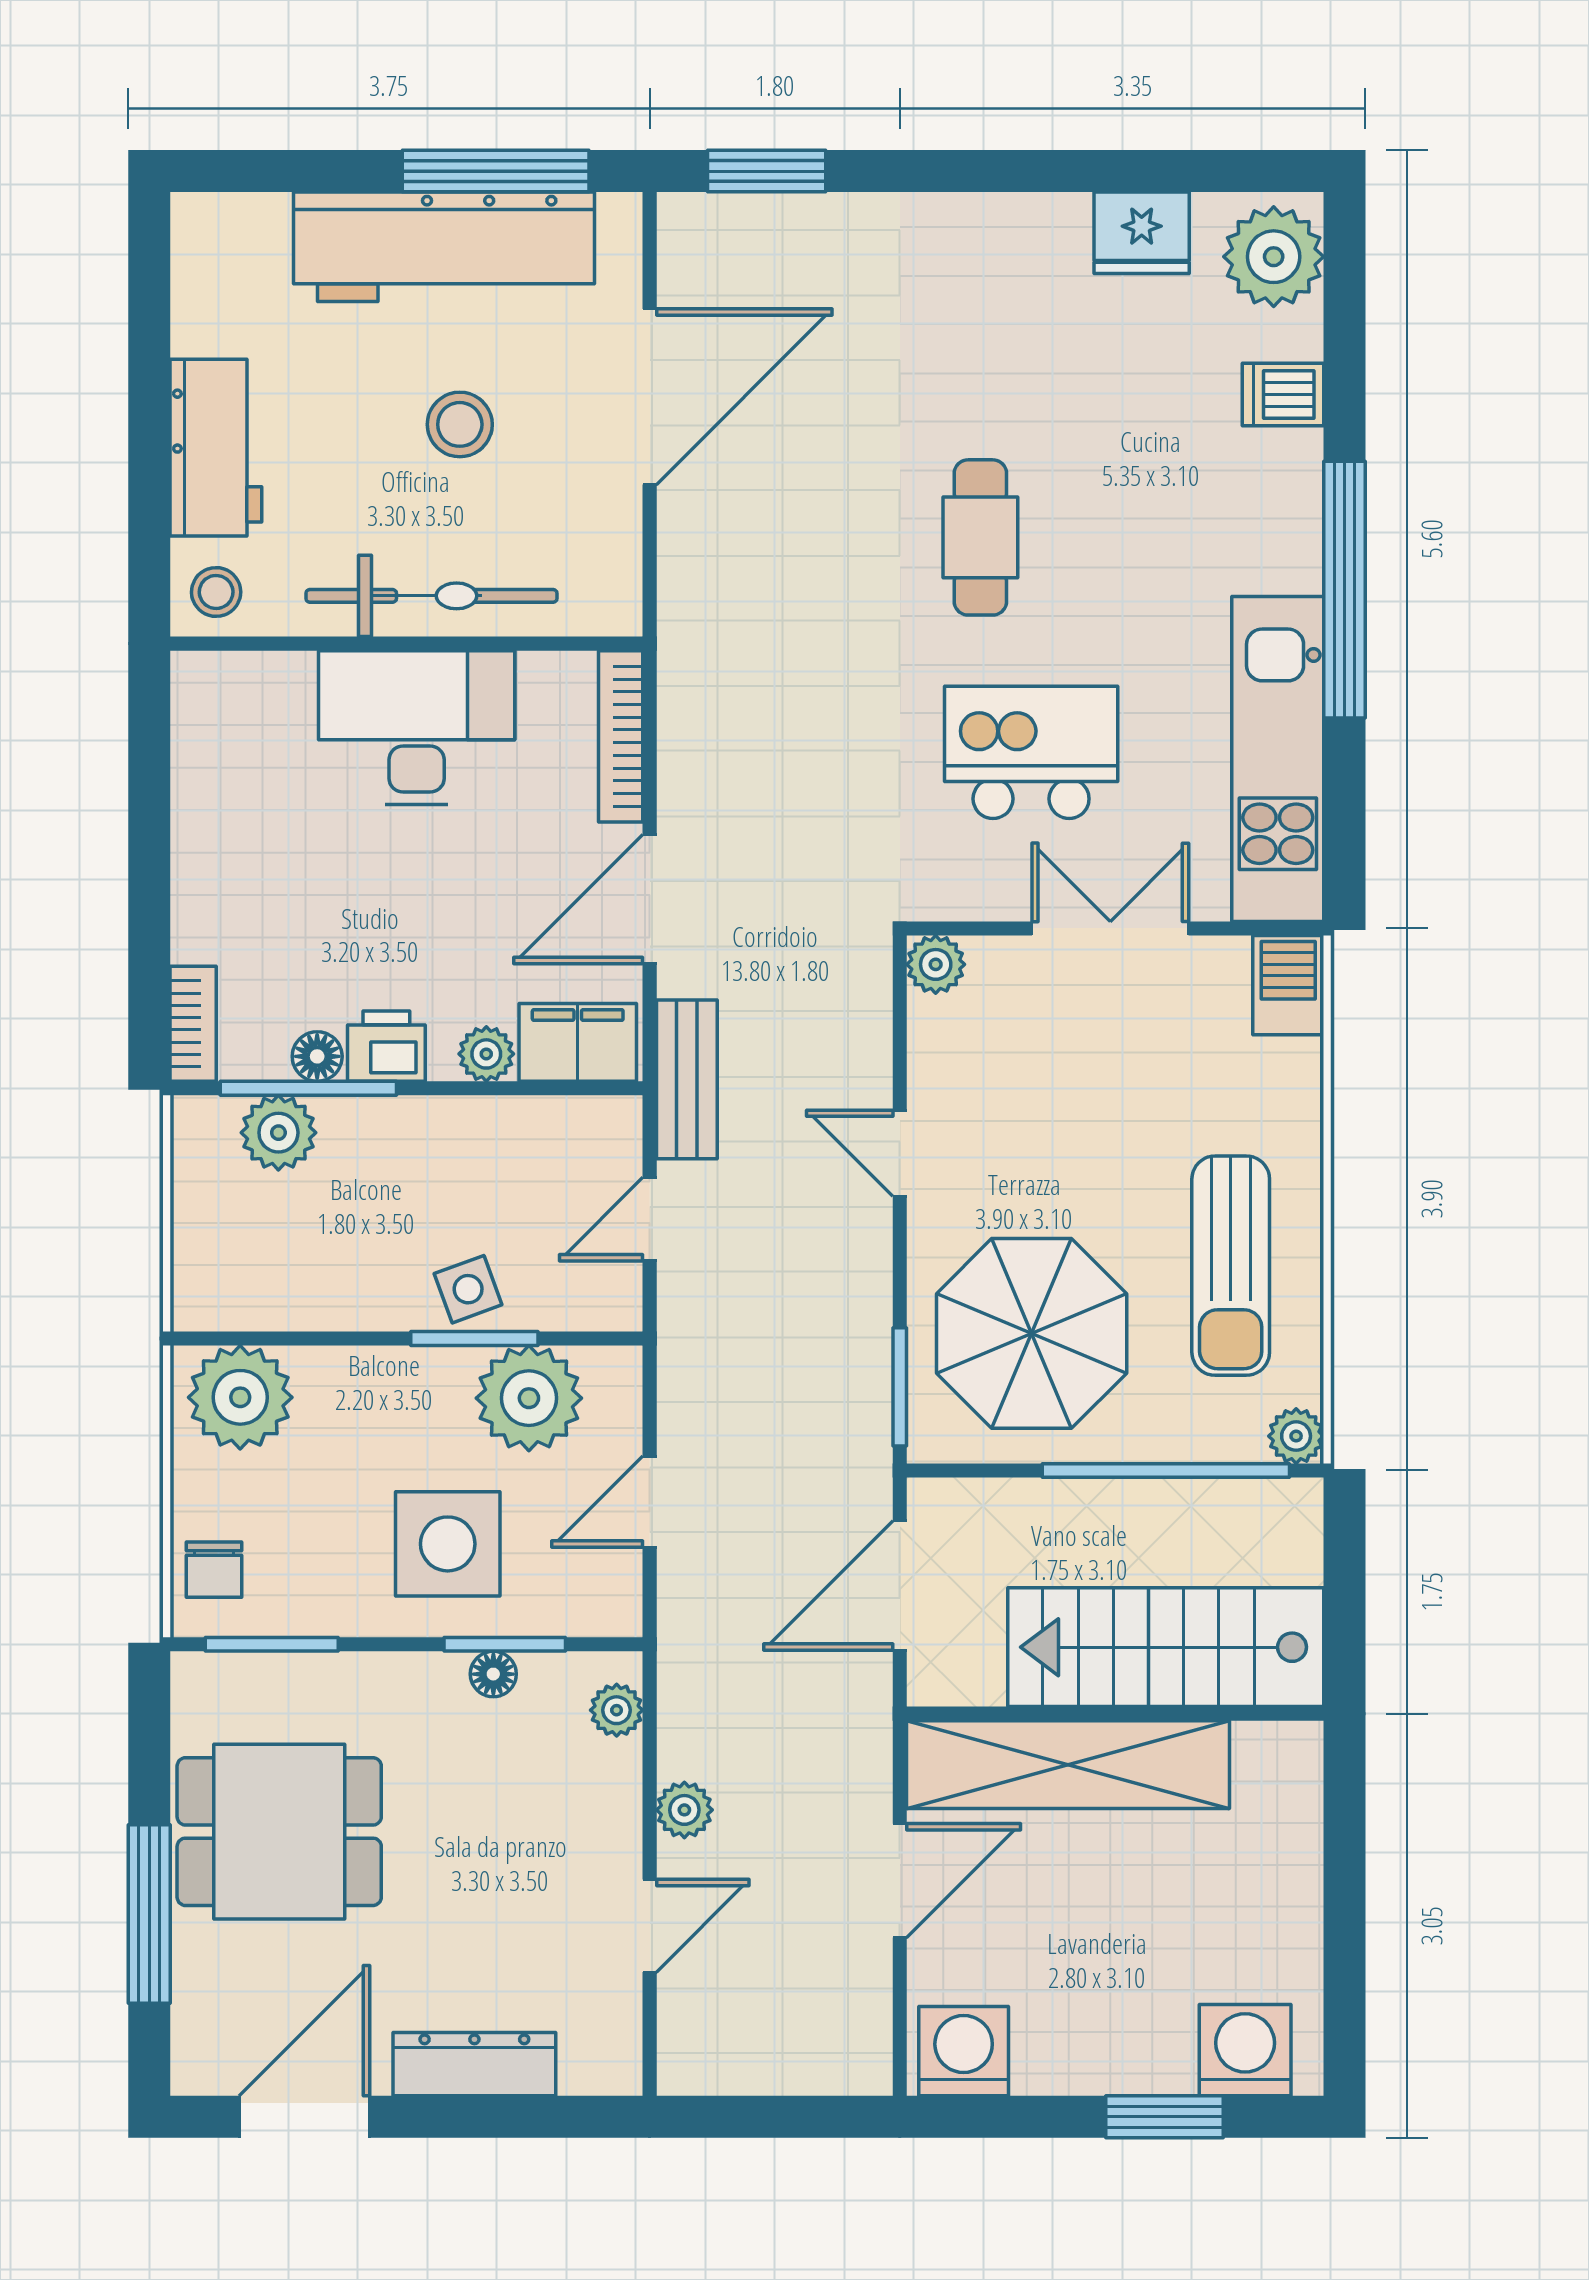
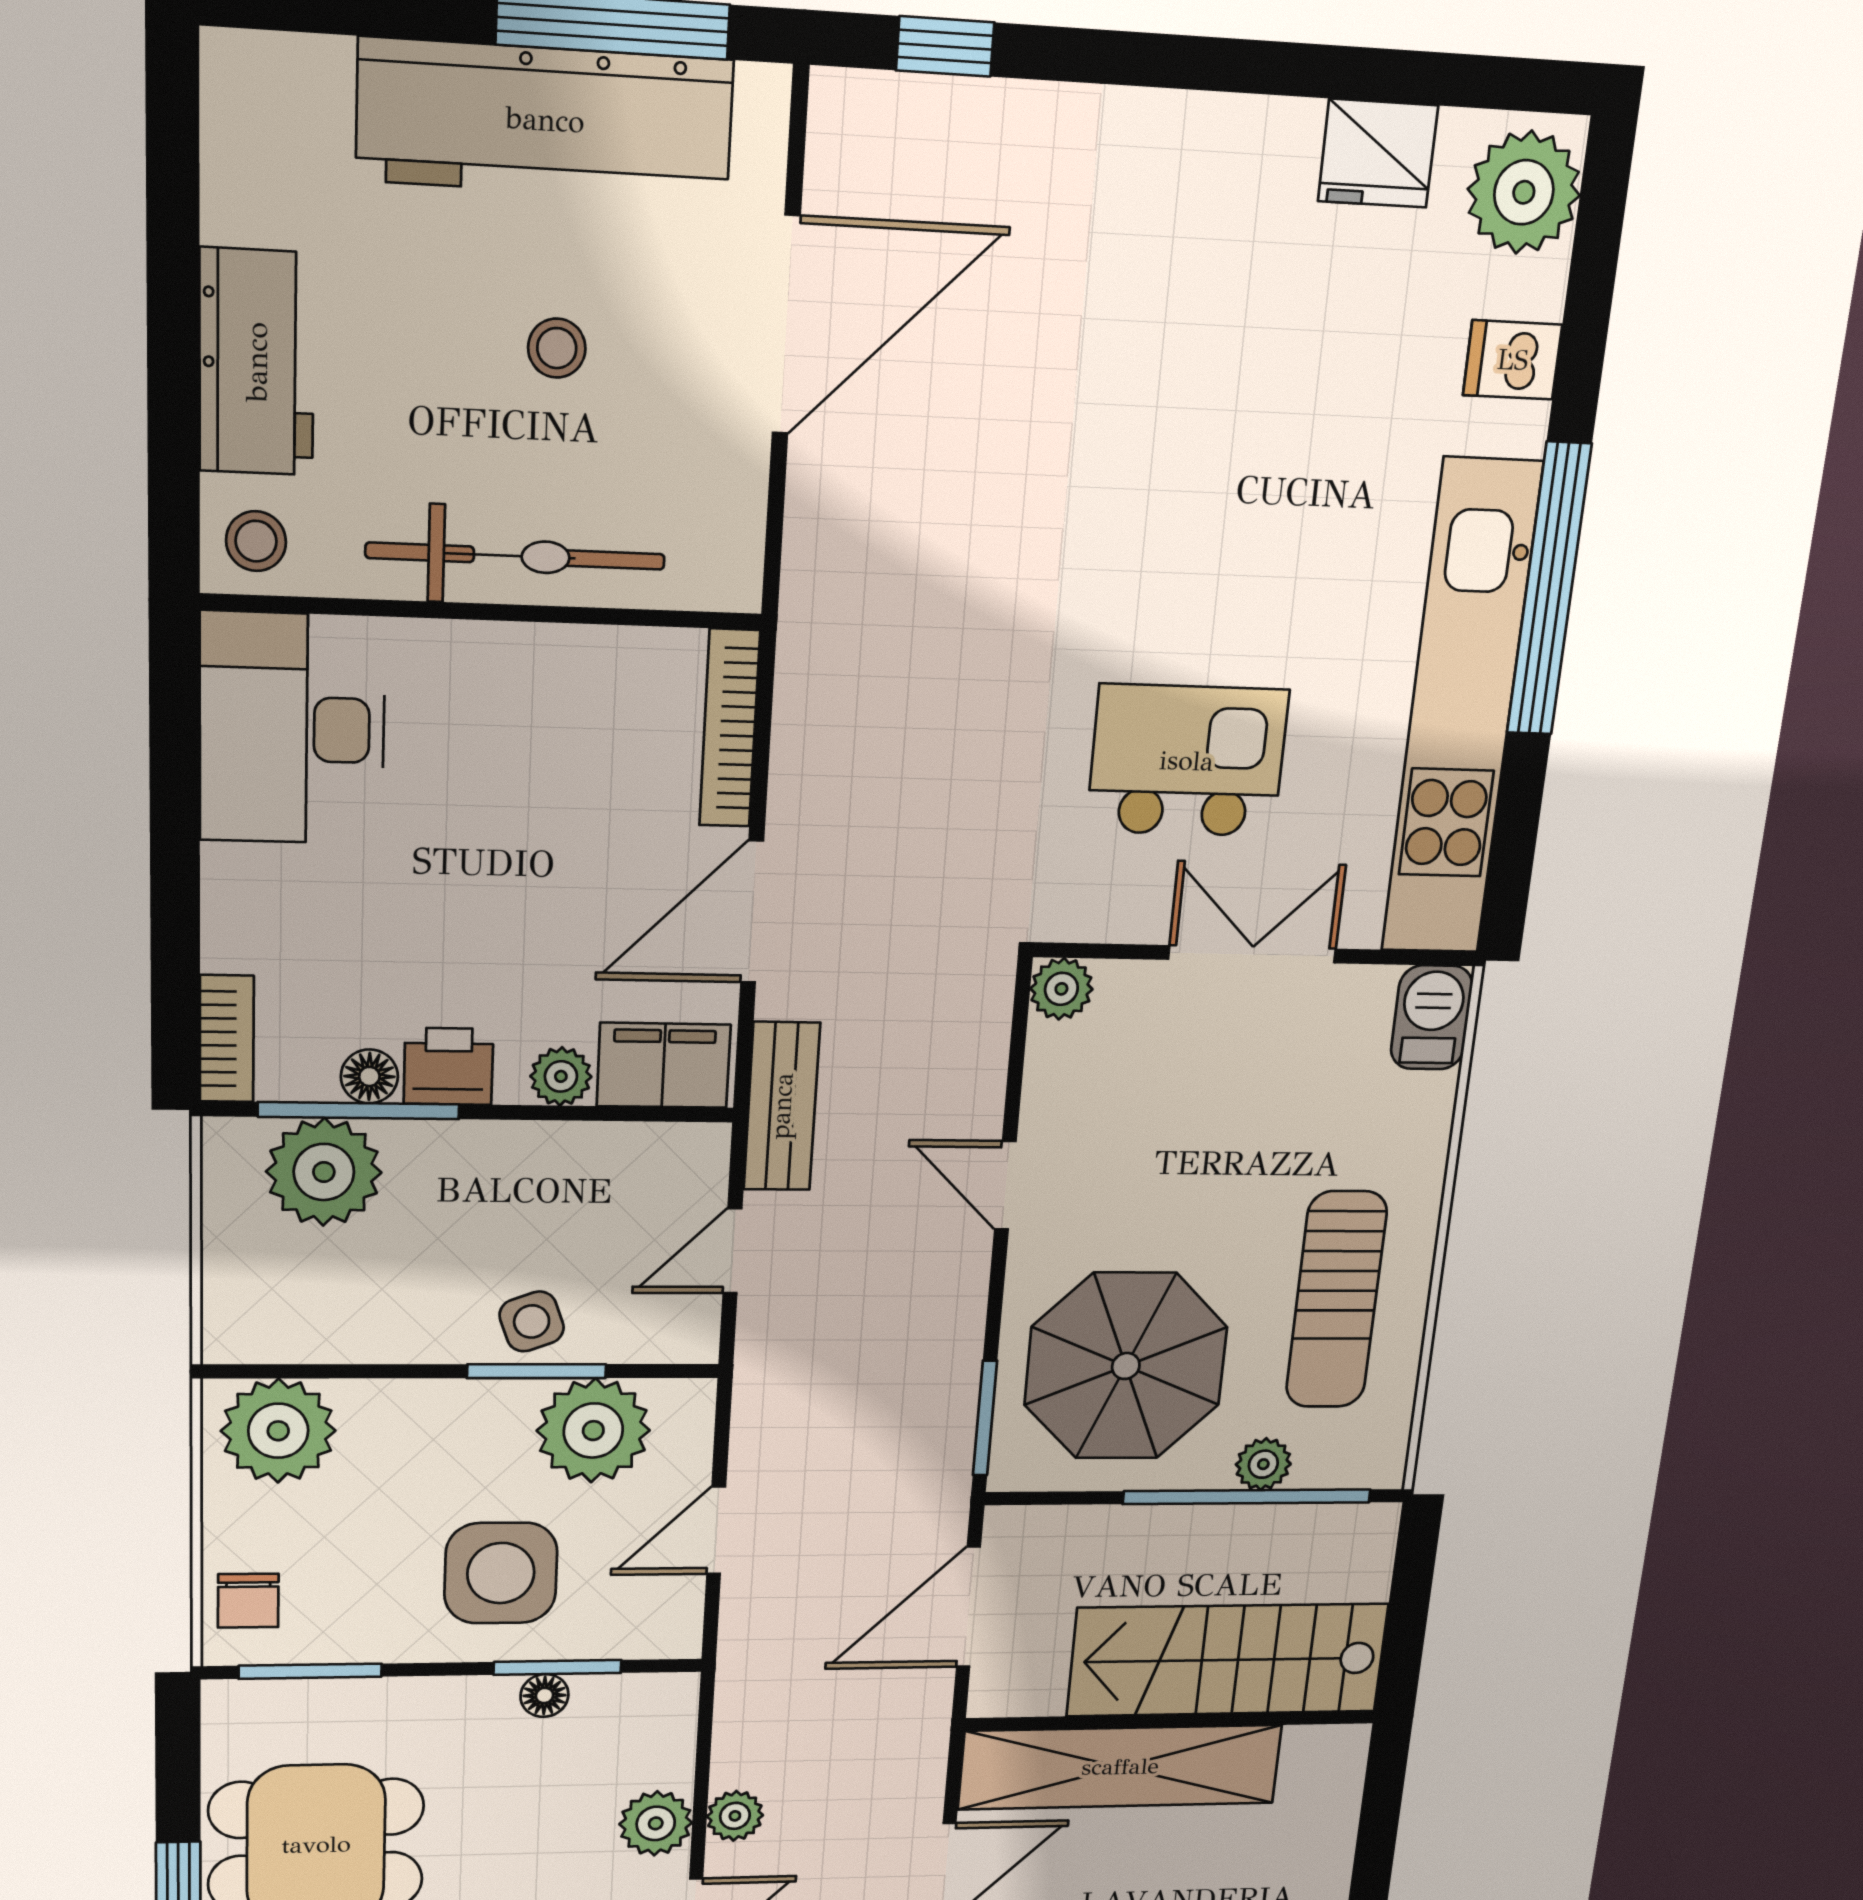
window: (767, 171) -> (945, 46), width x0.67
stool: (460, 424) -> (557, 348), width x0.73, depth x0.73
cafe table: (980, 537) -> (1156, 513), removed
desk: (417, 727) -> (292, 729), moved, turned -90
kitchen unit: (1278, 759) -> (1461, 711), width x1.36
plant: (278, 1133) -> (324, 1172), width x1.36, depth x1.36
plant: (1296, 1436) -> (1263, 1464), moved
plant: (617, 1710) -> (656, 1823), moved, width x1.38, depth x1.38

